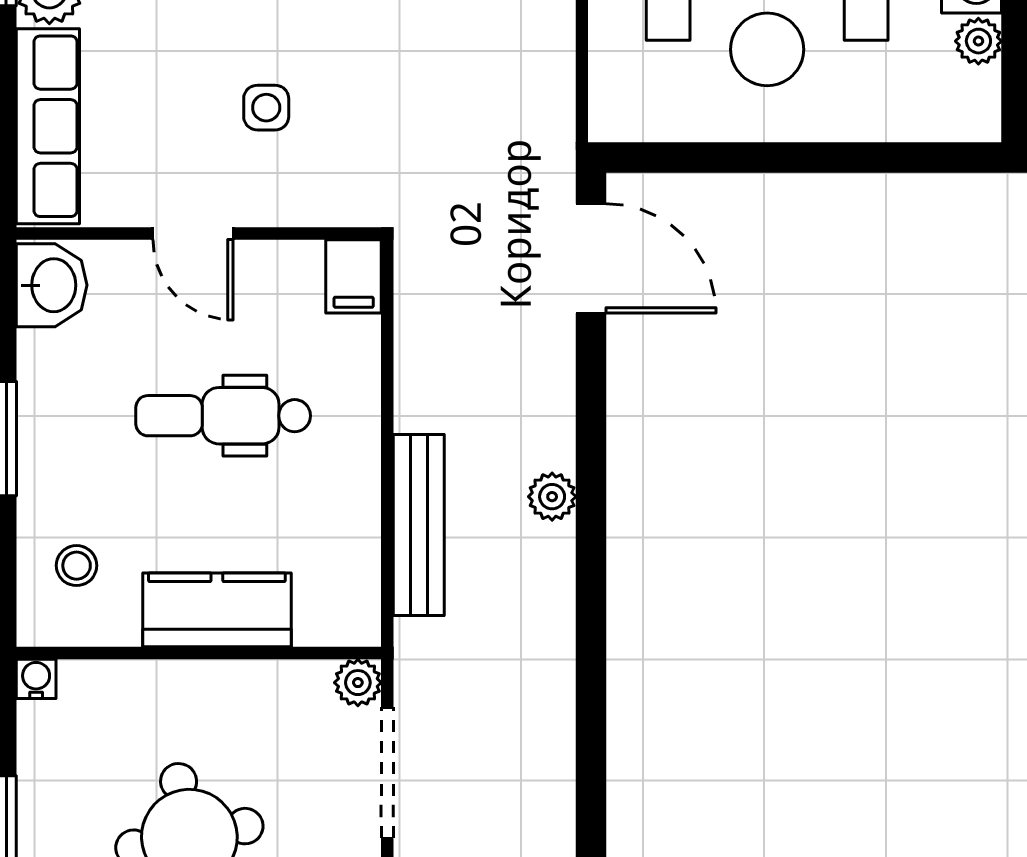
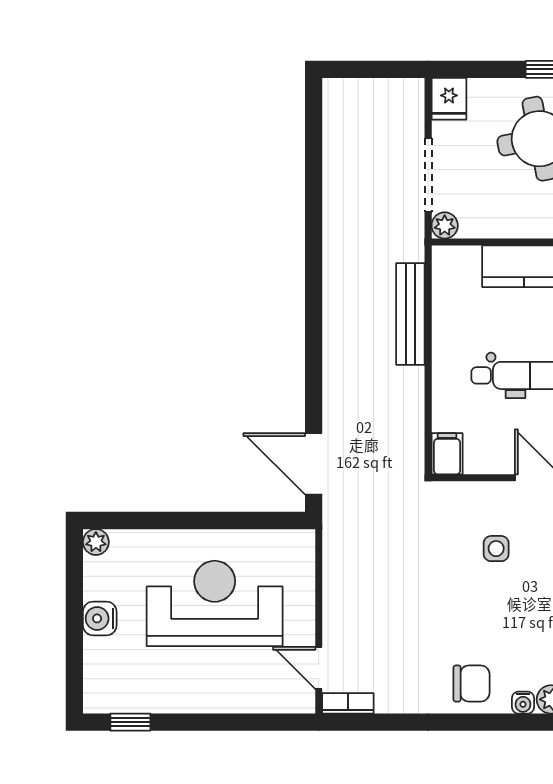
plant: (978, 41) -> (96, 542), moved
plant: (552, 497) -> (336, 330), removed

